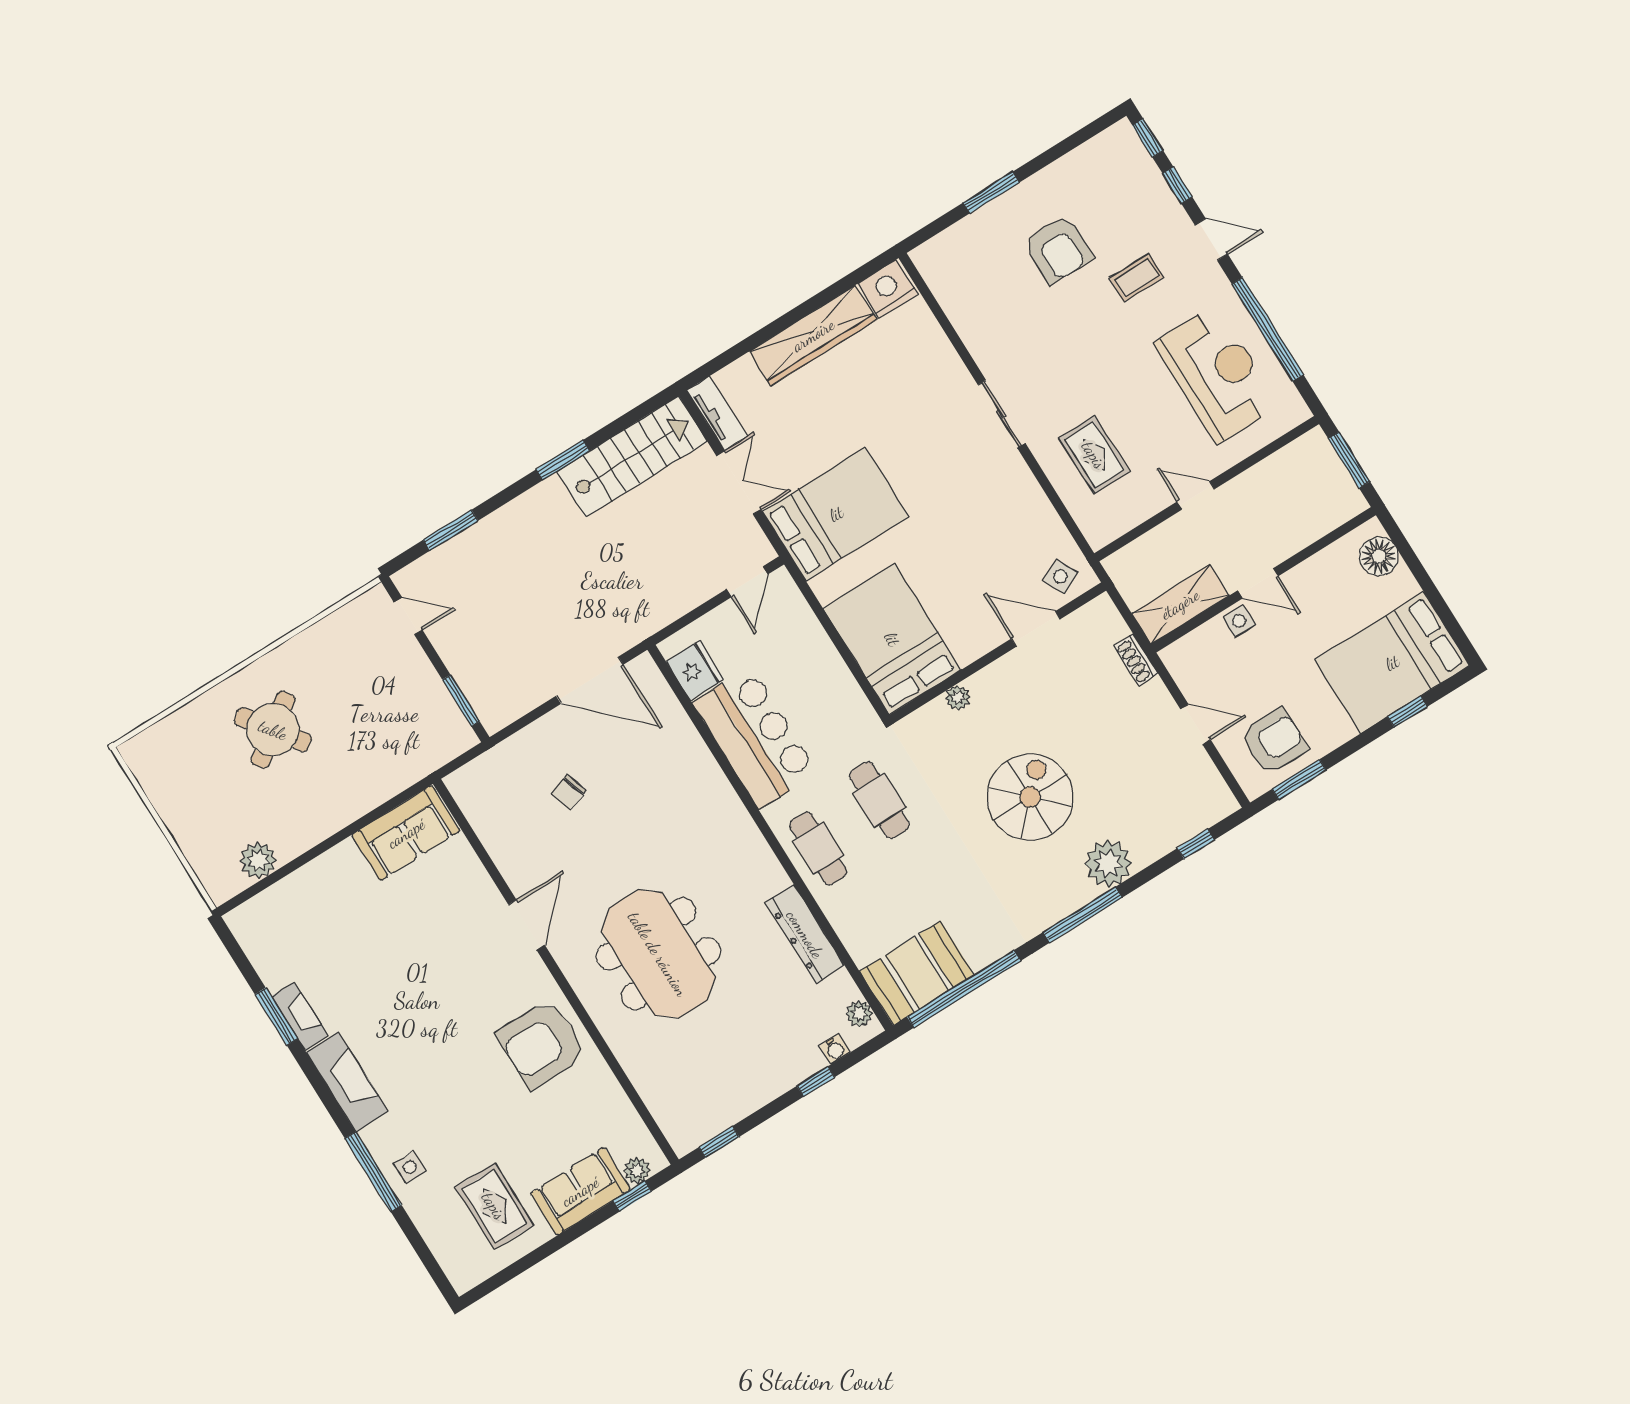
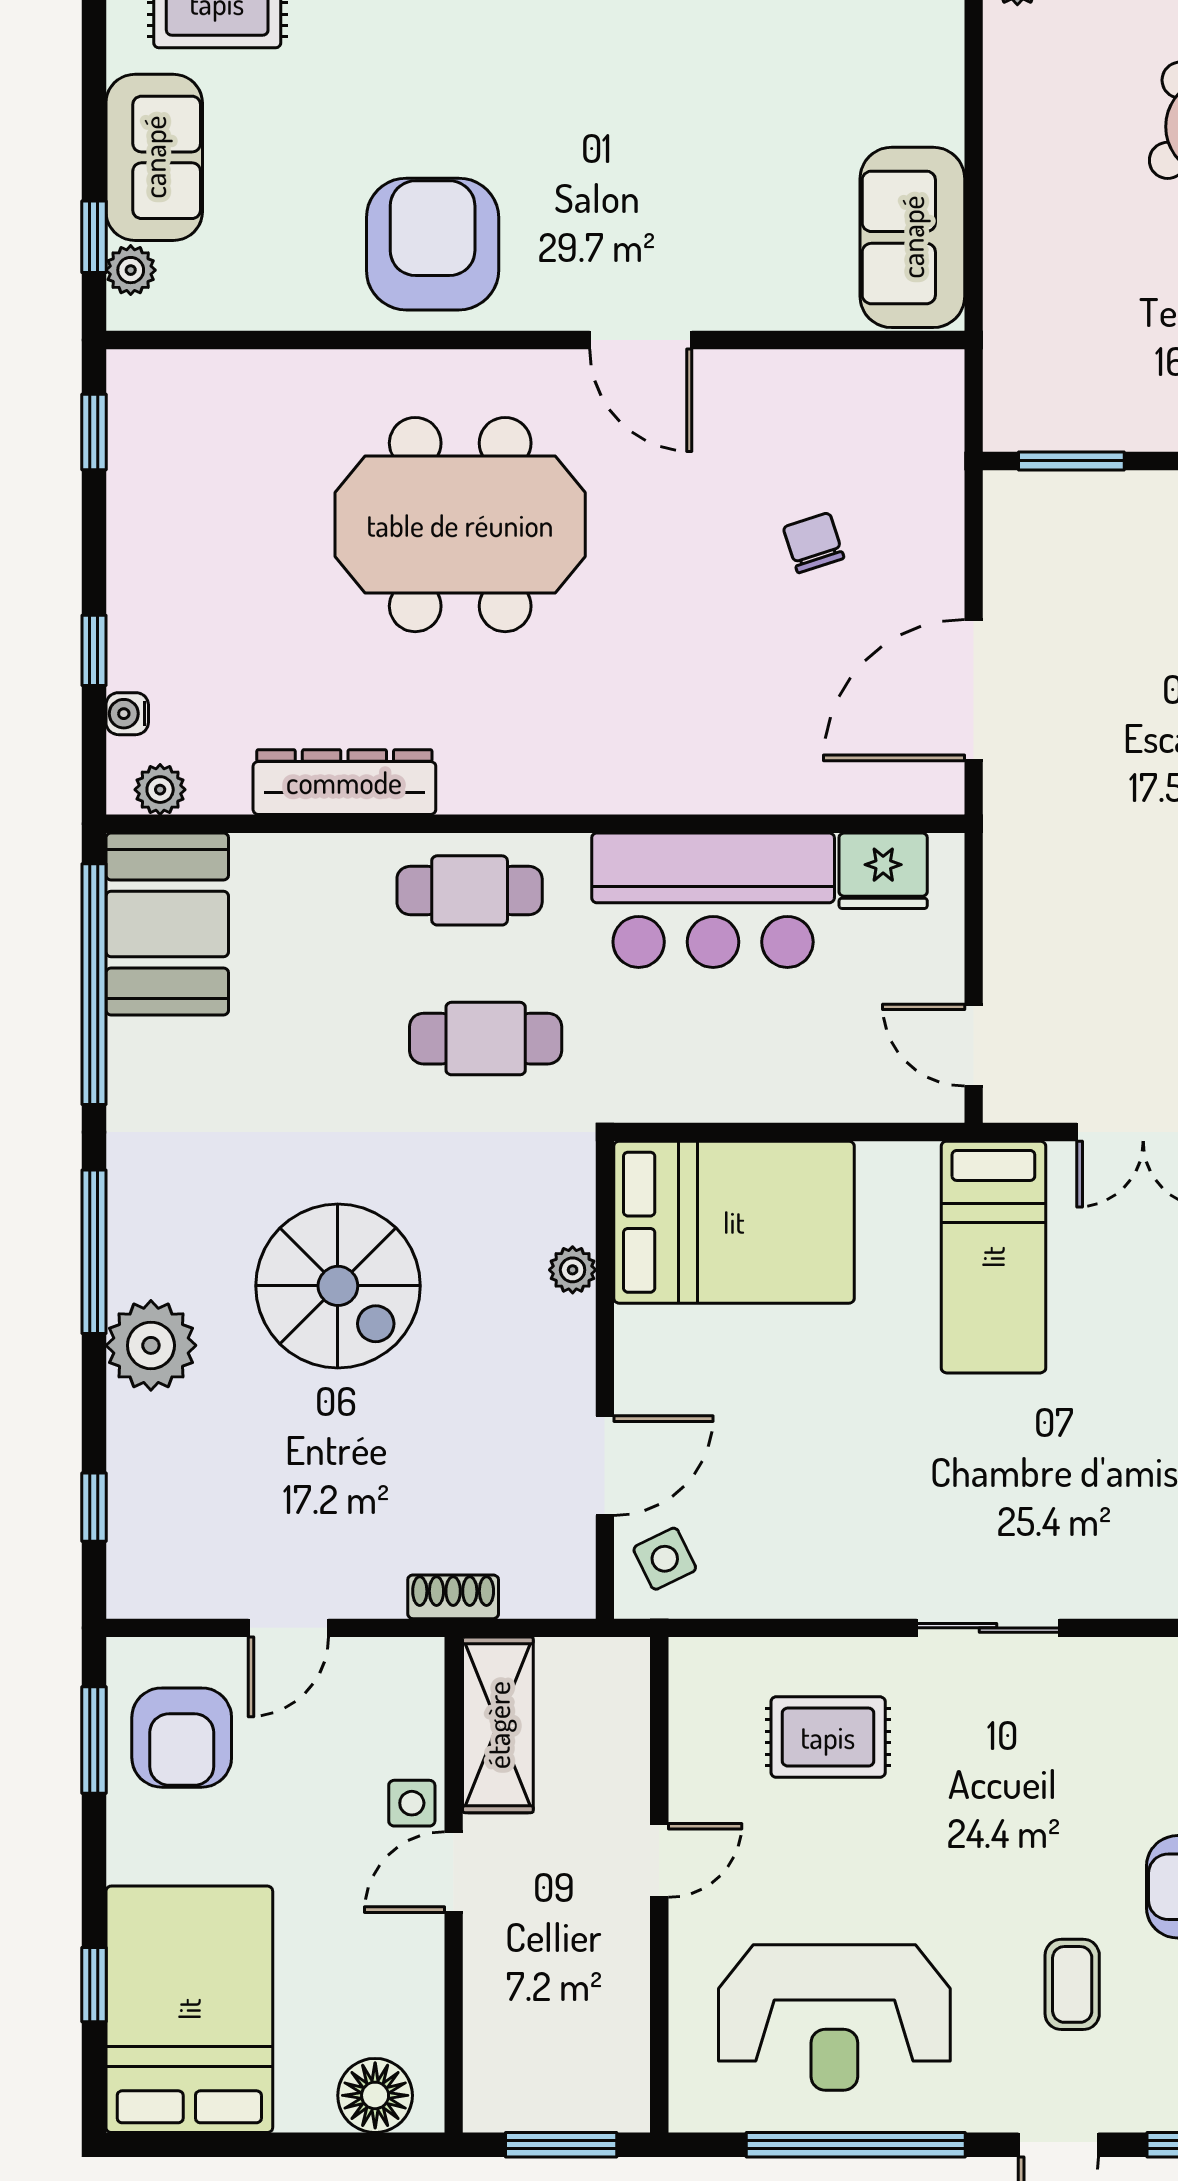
bed: (836, 514) -> (993, 1257), width x0.67

